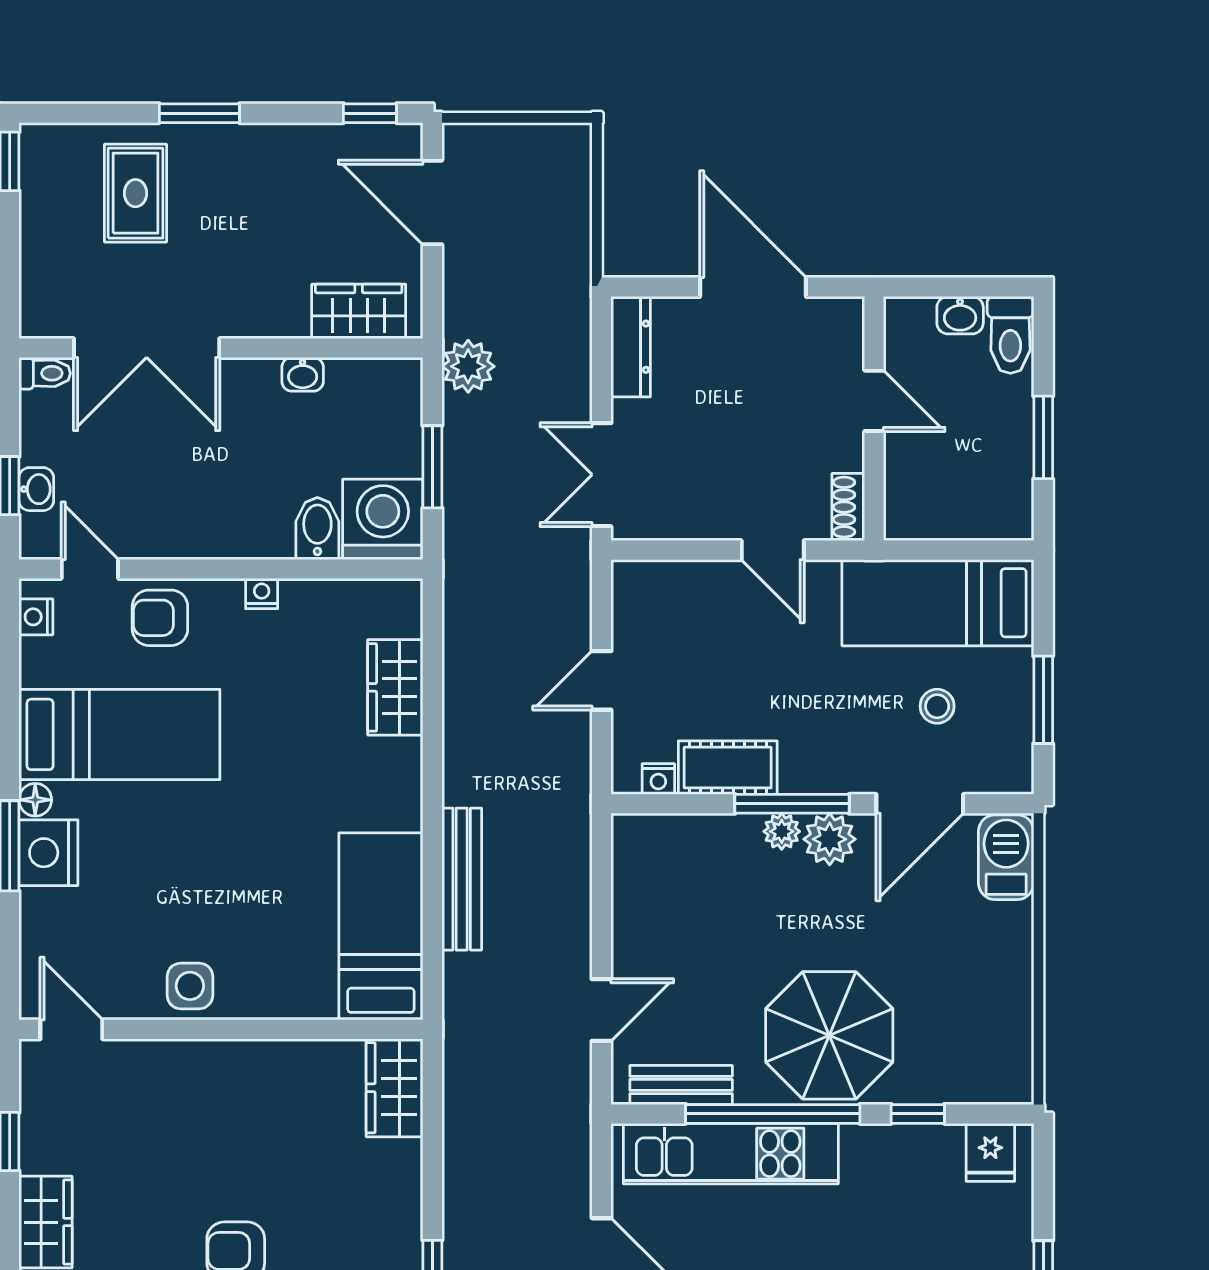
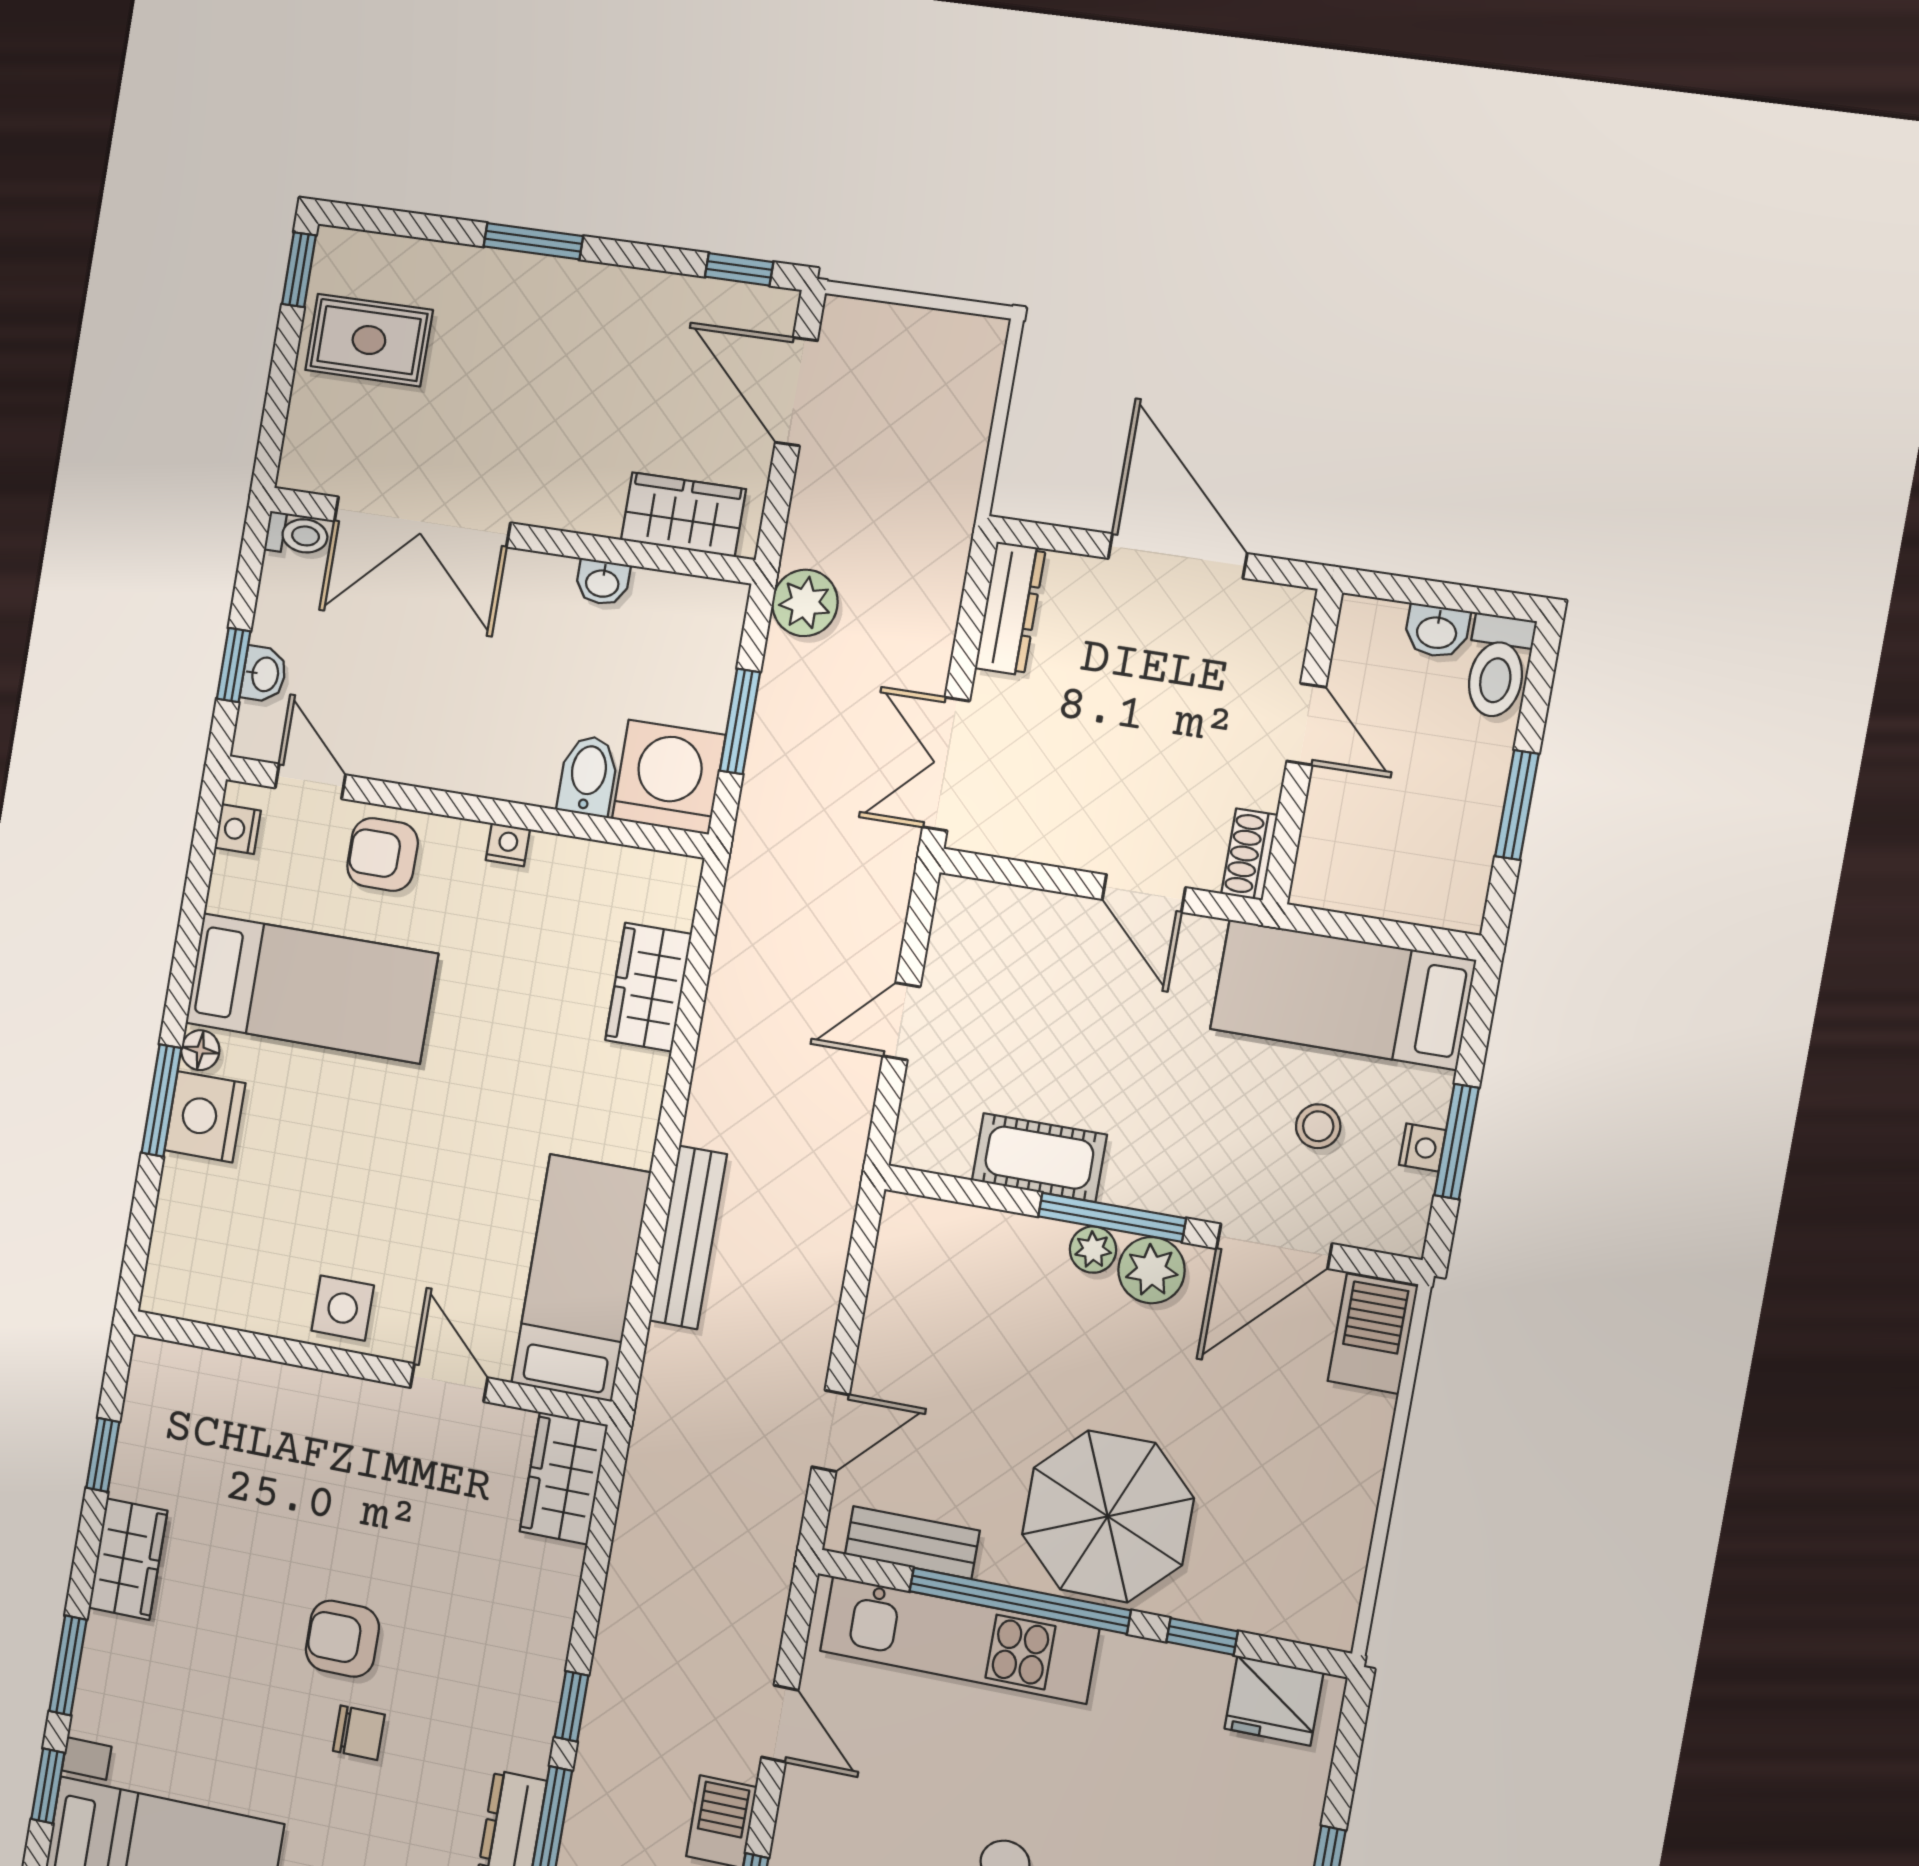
rug: (135, 193) -> (369, 340), moved, turned 90
nightstand: (658, 779) -> (1422, 1147), moved, turned -90
door: (71, 1029) -> (449, 1383), moved
fridge: (990, 1152) -> (1274, 1701), width x1.38

